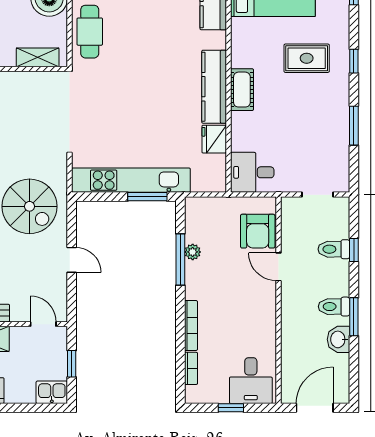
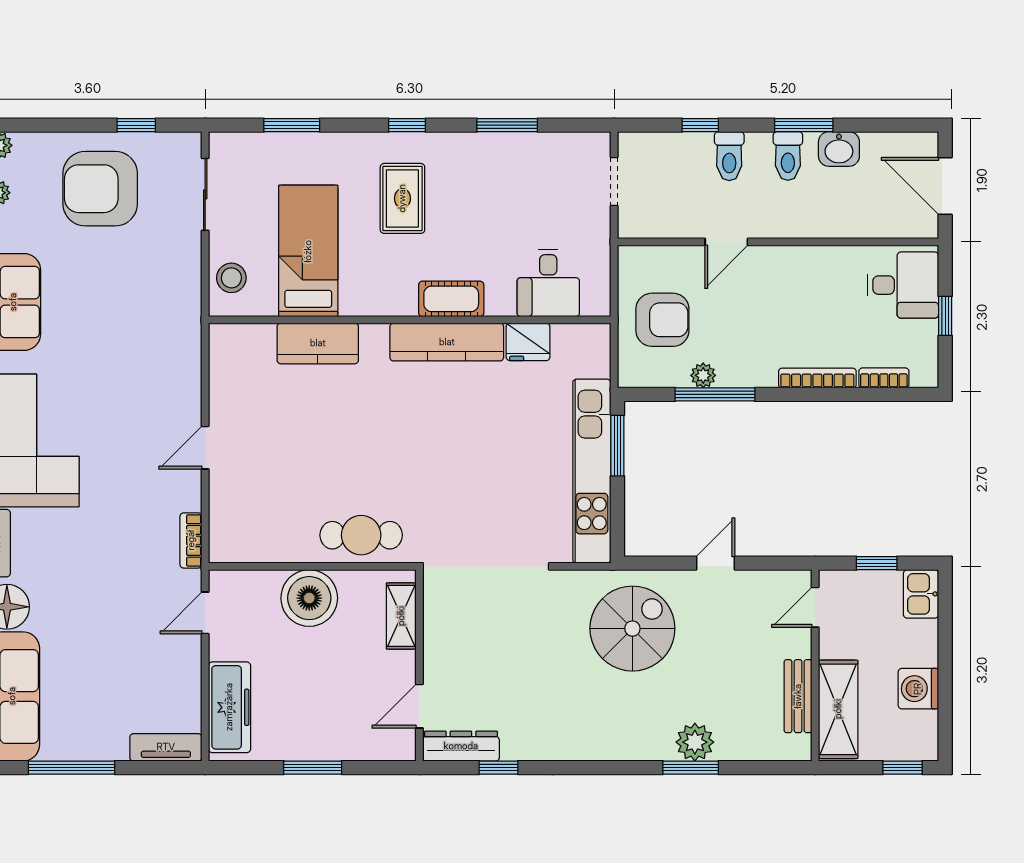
desk: (252, 172) -> (548, 283), moved
armchair: (258, 231) -> (662, 320), moved
toilet: (334, 249) -> (729, 156), moved

